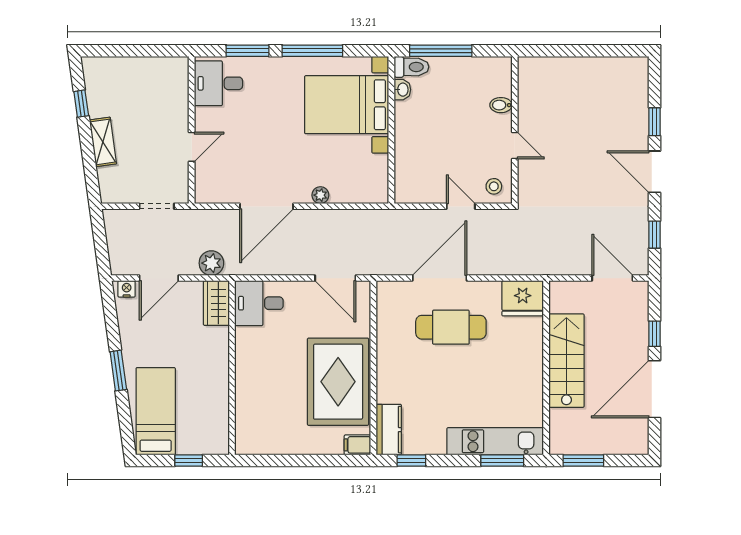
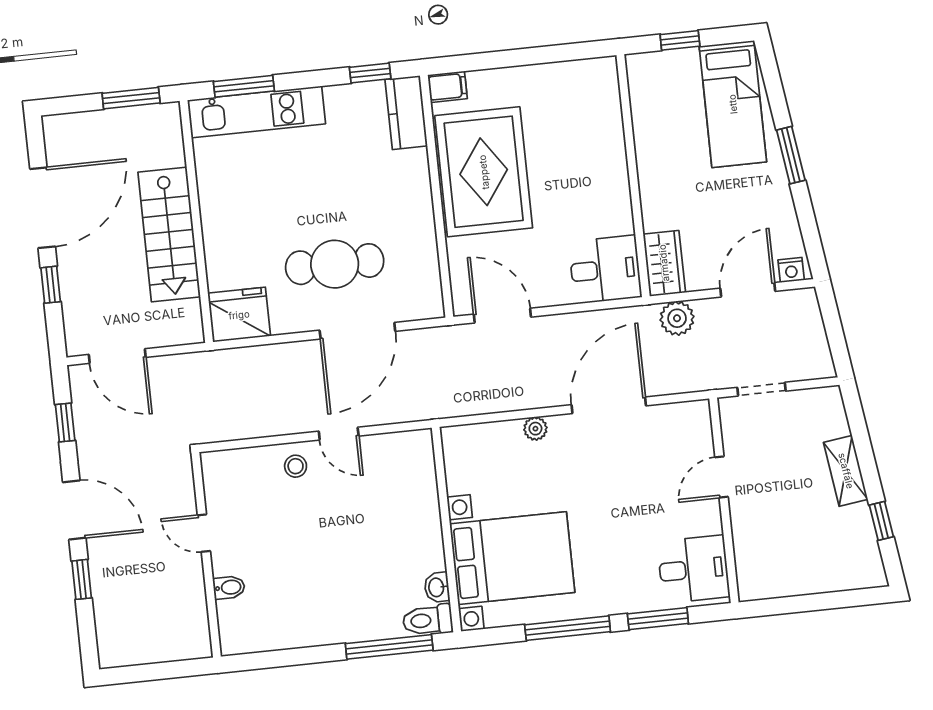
bidet: (501, 105) -> (229, 587), moved
wall: (515, 130) -> (206, 555), moved
door: (515, 146) -> (204, 533), moved

